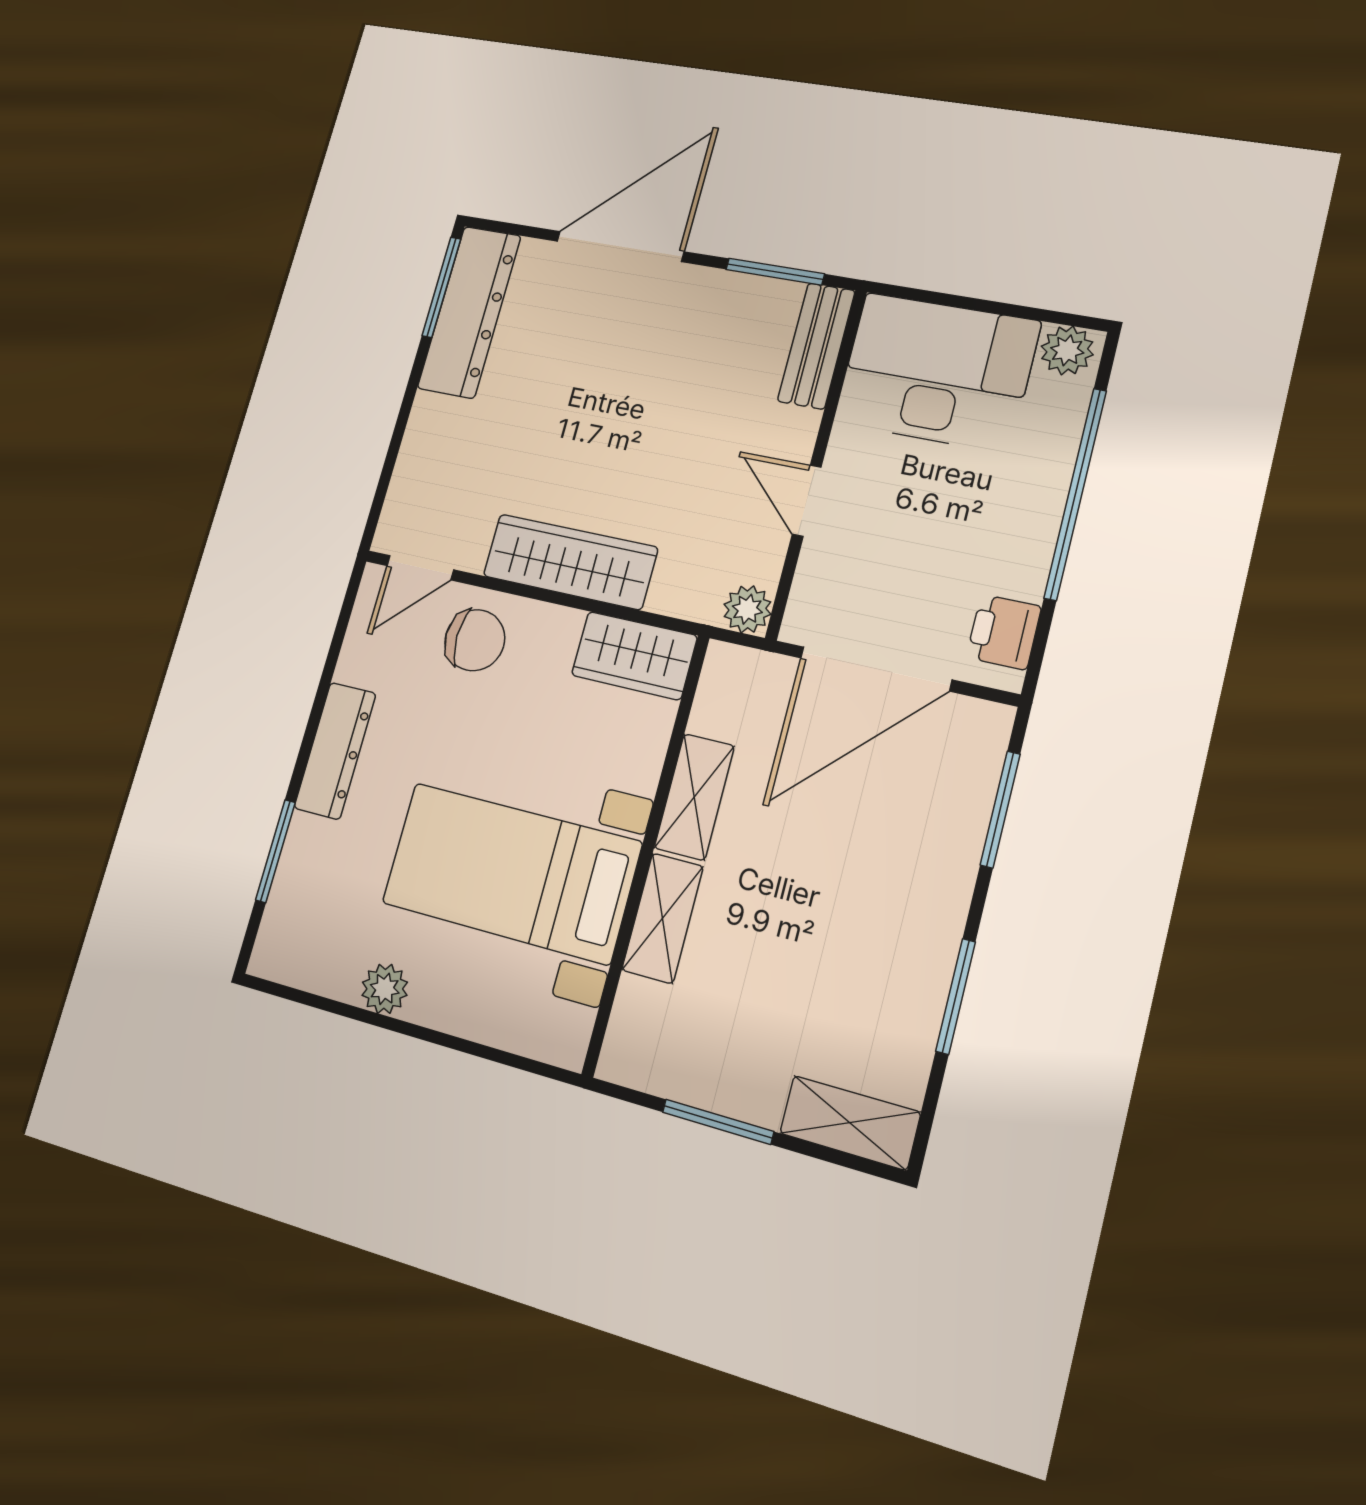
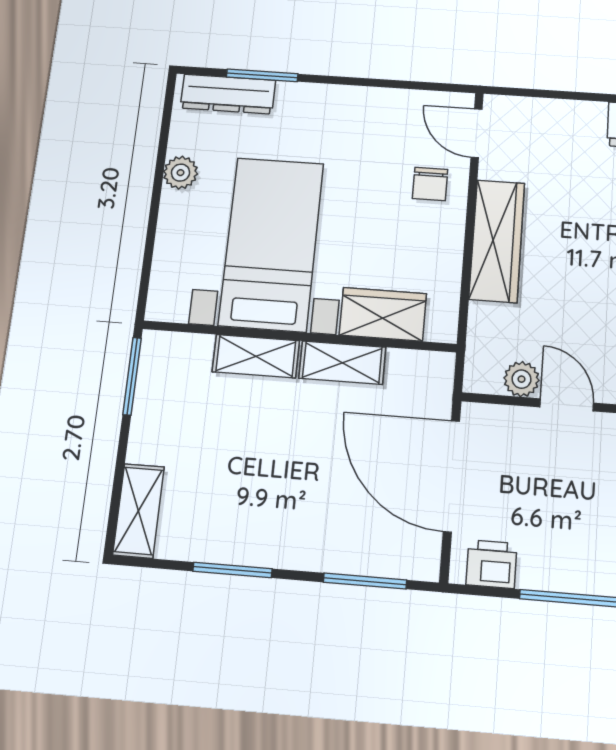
door: (807, 501) -> (567, 405), hinge flipped
plant: (747, 609) -> (521, 379), moved
chair: (475, 640) -> (430, 184), width x0.73, depth x0.73
wardrobe: (634, 656) -> (383, 314), moved, turned 90
dresser: (335, 751) -> (228, 94), moved
window: (718, 1122) -> (132, 376), moved

